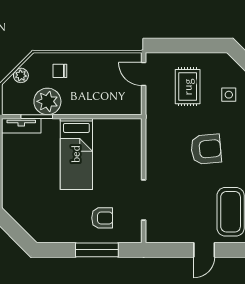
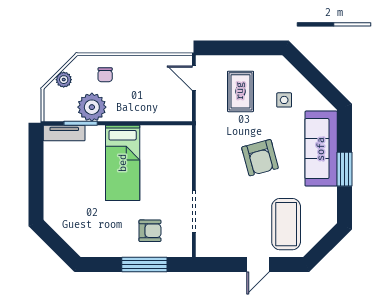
chair: (60, 71) -> (105, 75), turned -90
armchair: (206, 149) -> (260, 158), turned 80

